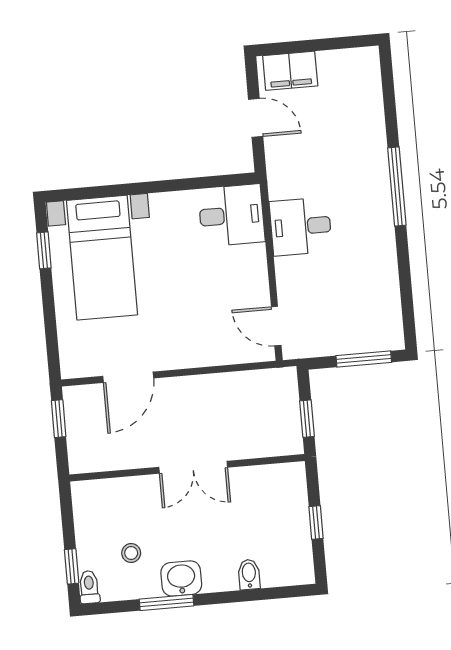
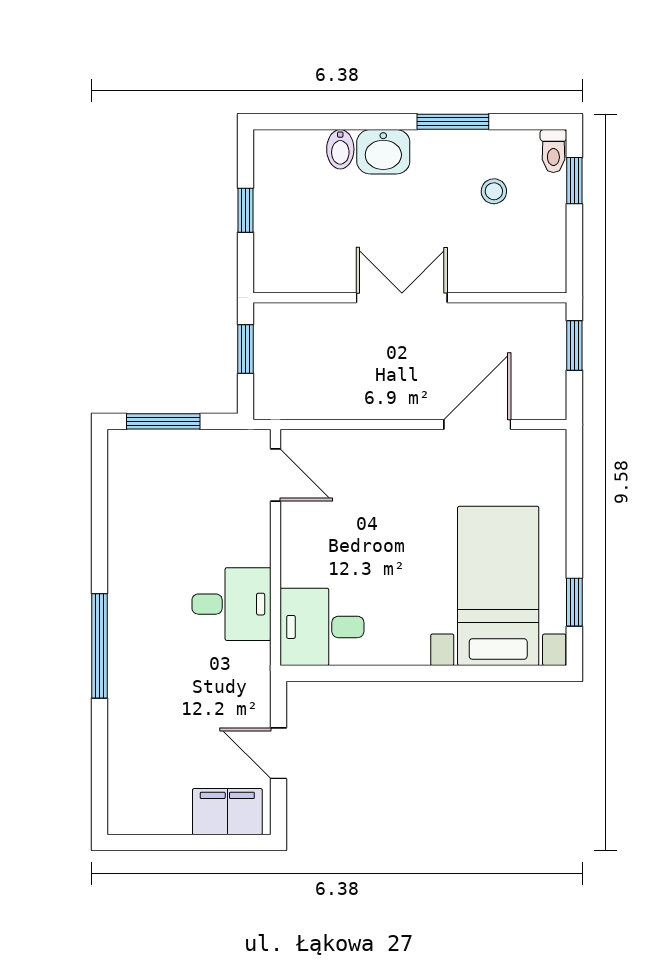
window: (59, 419) -> (574, 345), moved
washbasin: (181, 578) -> (383, 152), moved

